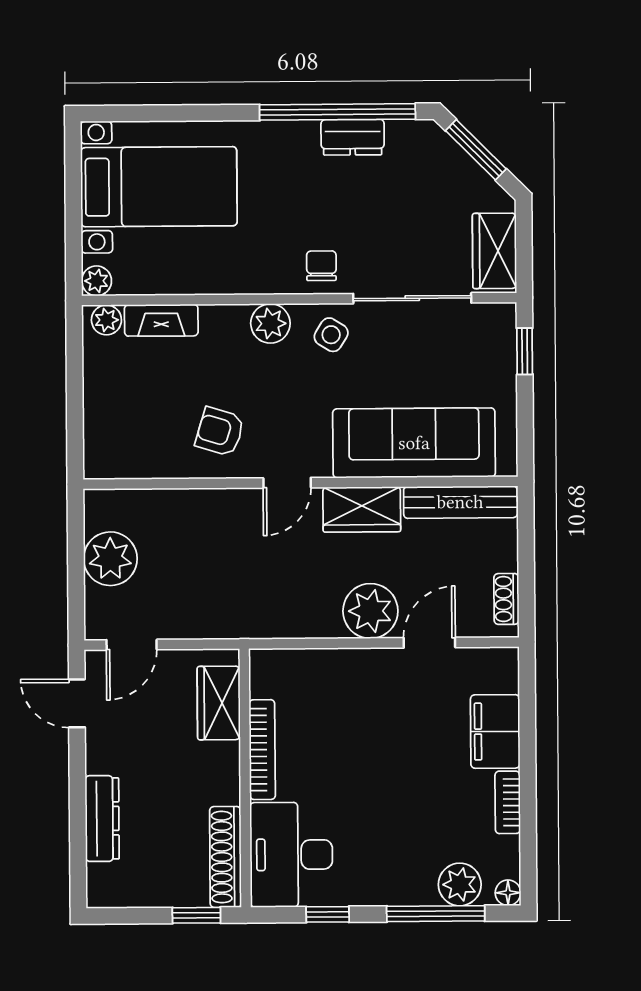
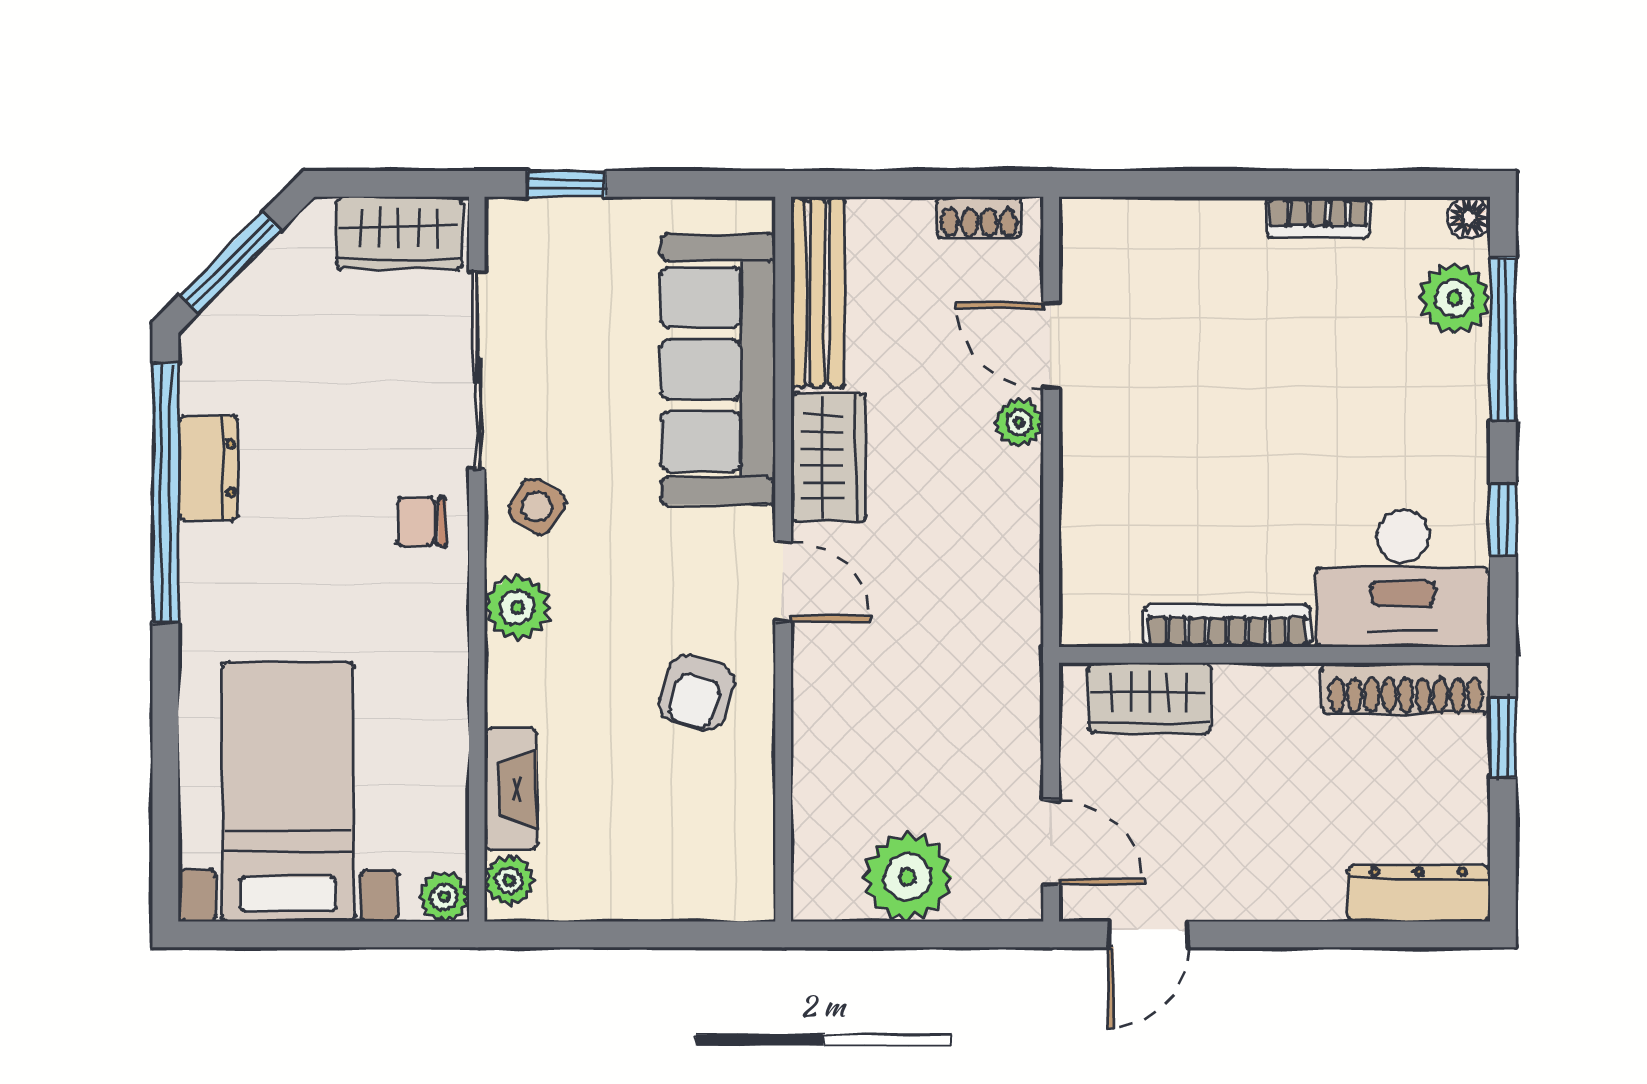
plant: (370, 611) -> (1019, 423), width x0.53, depth x0.53
filing cabinet: (495, 731) -> (1200, 237), removed
dresser: (102, 819) -> (1419, 894), moved

